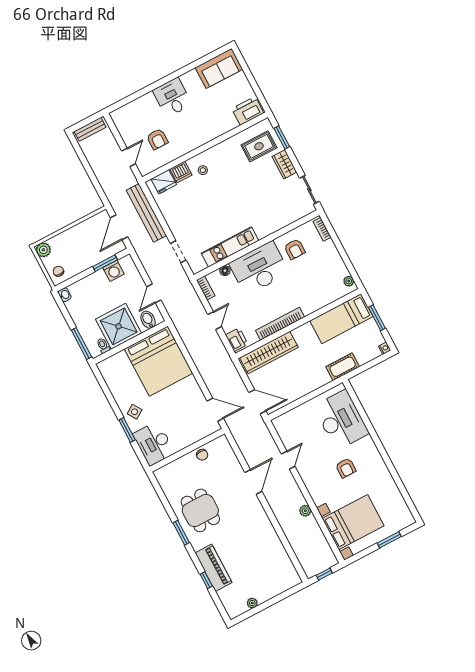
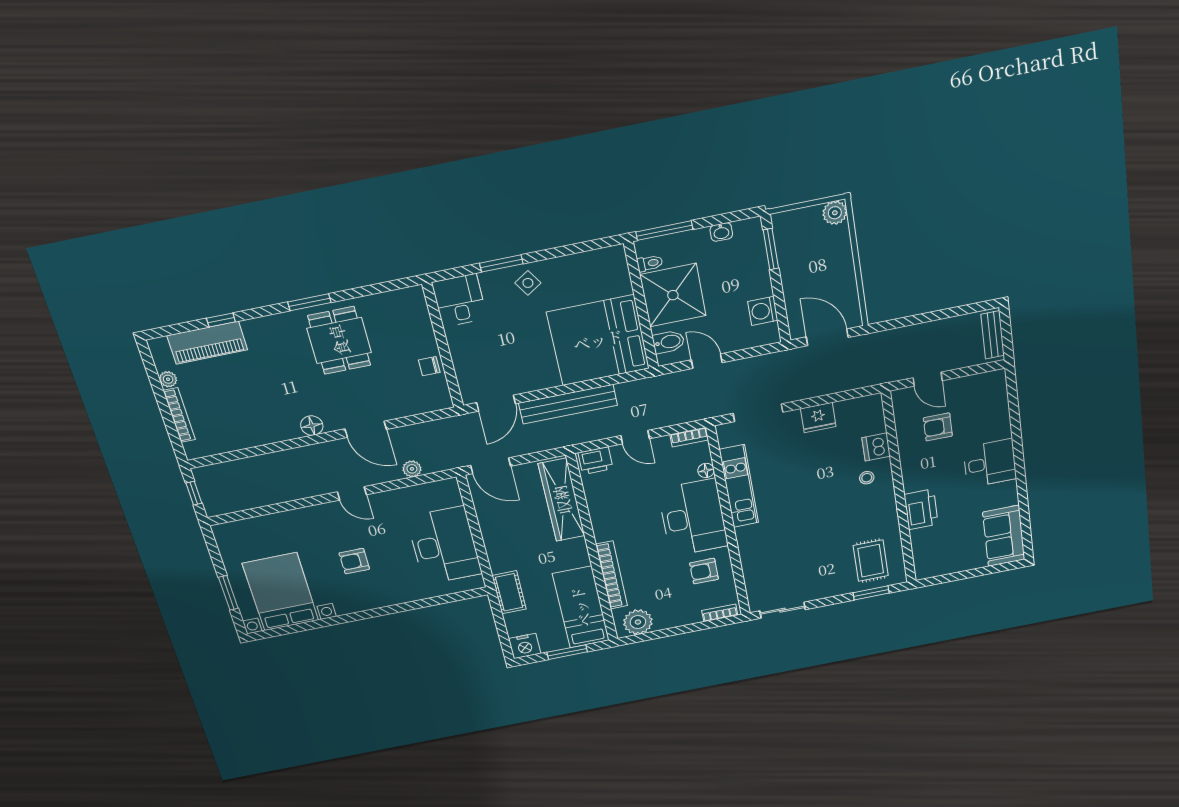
printer: (248, 111) -> (921, 509), moved
wardrobe: (284, 164) -> (832, 587), removed
fridge: (164, 182) -> (818, 418), moved, turned -90
bench: (146, 213) -> (568, 404), moved
doorway: (178, 252) -> (758, 413), width x1.38
window: (105, 263) -> (771, 249), moved
chair: (58, 271) -> (792, 227), removed
plant: (349, 281) -> (638, 622), width x1.88, depth x1.88
washbasin: (65, 295) -> (721, 232), moved
bookcase: (280, 324) -> (612, 575), moved
nightstand: (385, 348) -> (525, 646), width x1.89, depth x1.79
door: (257, 402) -> (491, 466), hinge flipped
desk: (341, 420) -> (444, 545), moved, turned -90
desk: (154, 443) -> (459, 300), width x0.73
door: (288, 460) -> (352, 493), moved
dining table: (200, 510) -> (339, 340), turned 90
plant: (305, 511) -> (412, 469), moved
floor lamp: (260, 514) -> (312, 426), added
bed with nightstands: (353, 522) -> (281, 592), moved, turned 180
piano: (213, 568) -> (207, 343), moved
bookcase: (274, 592) -> (179, 415), added

